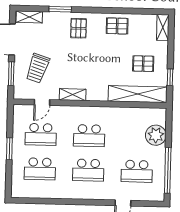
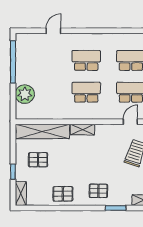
pallet: (79, 28) -> (98, 191), turned 90
window: (170, 77) -> (13, 172), moved
shelving: (73, 95) -> (82, 130), moved
school desk: (137, 171) -> (42, 60), removed

